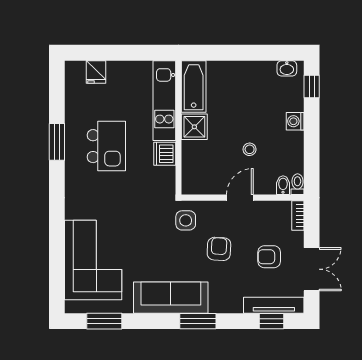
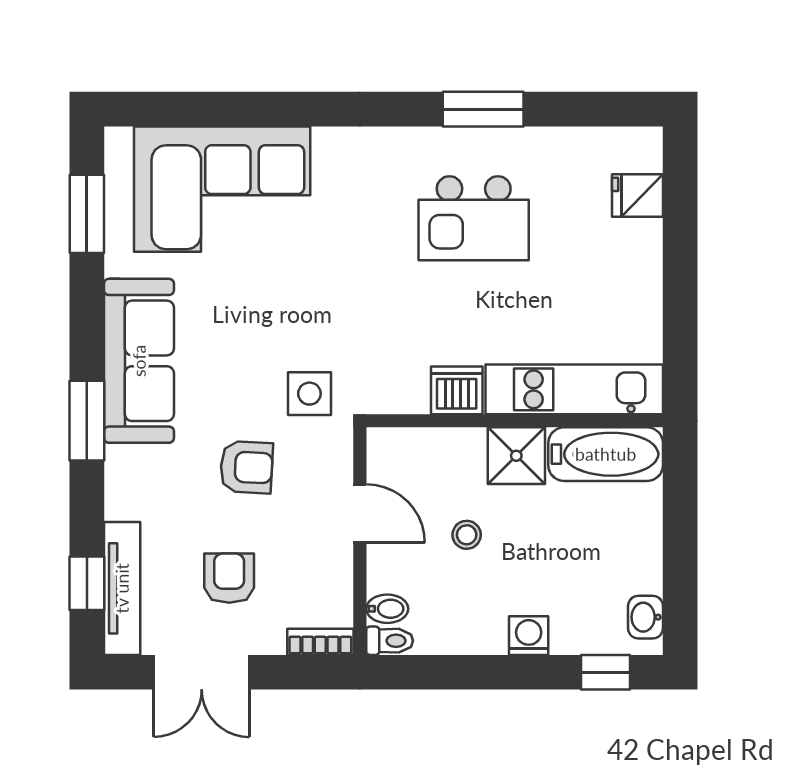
bathtub: (194, 86) -> (606, 454), moved
kitchen unit: (164, 101) -> (574, 389), moved
shower: (194, 127) -> (516, 456), moved
wall: (179, 128) -> (515, 421), moved
dishwasher: (165, 154) -> (457, 390), moved

